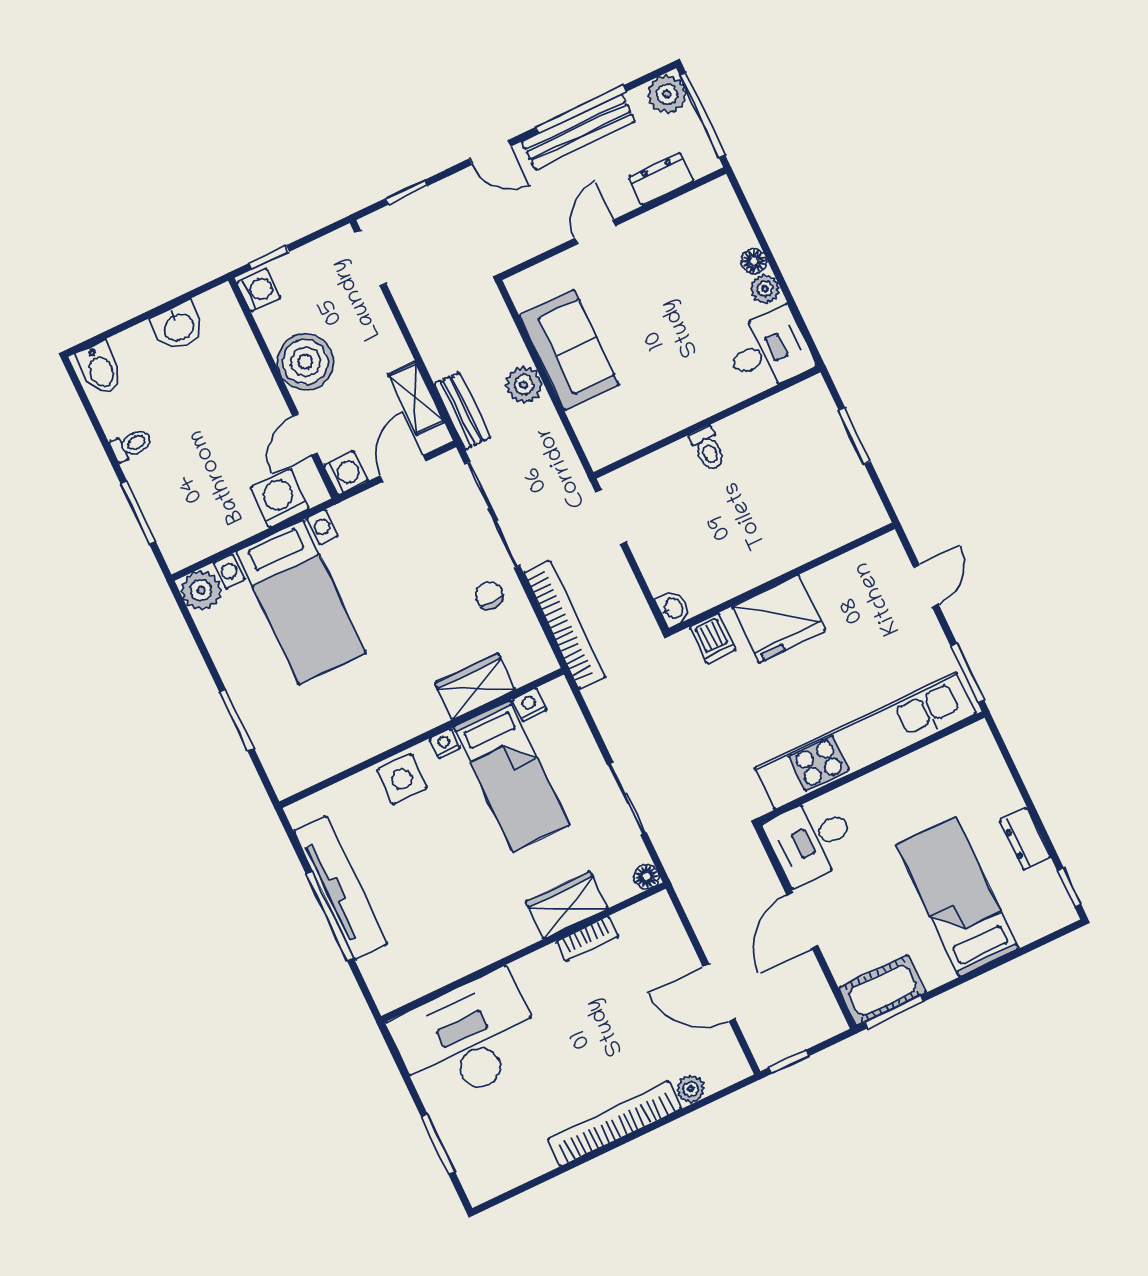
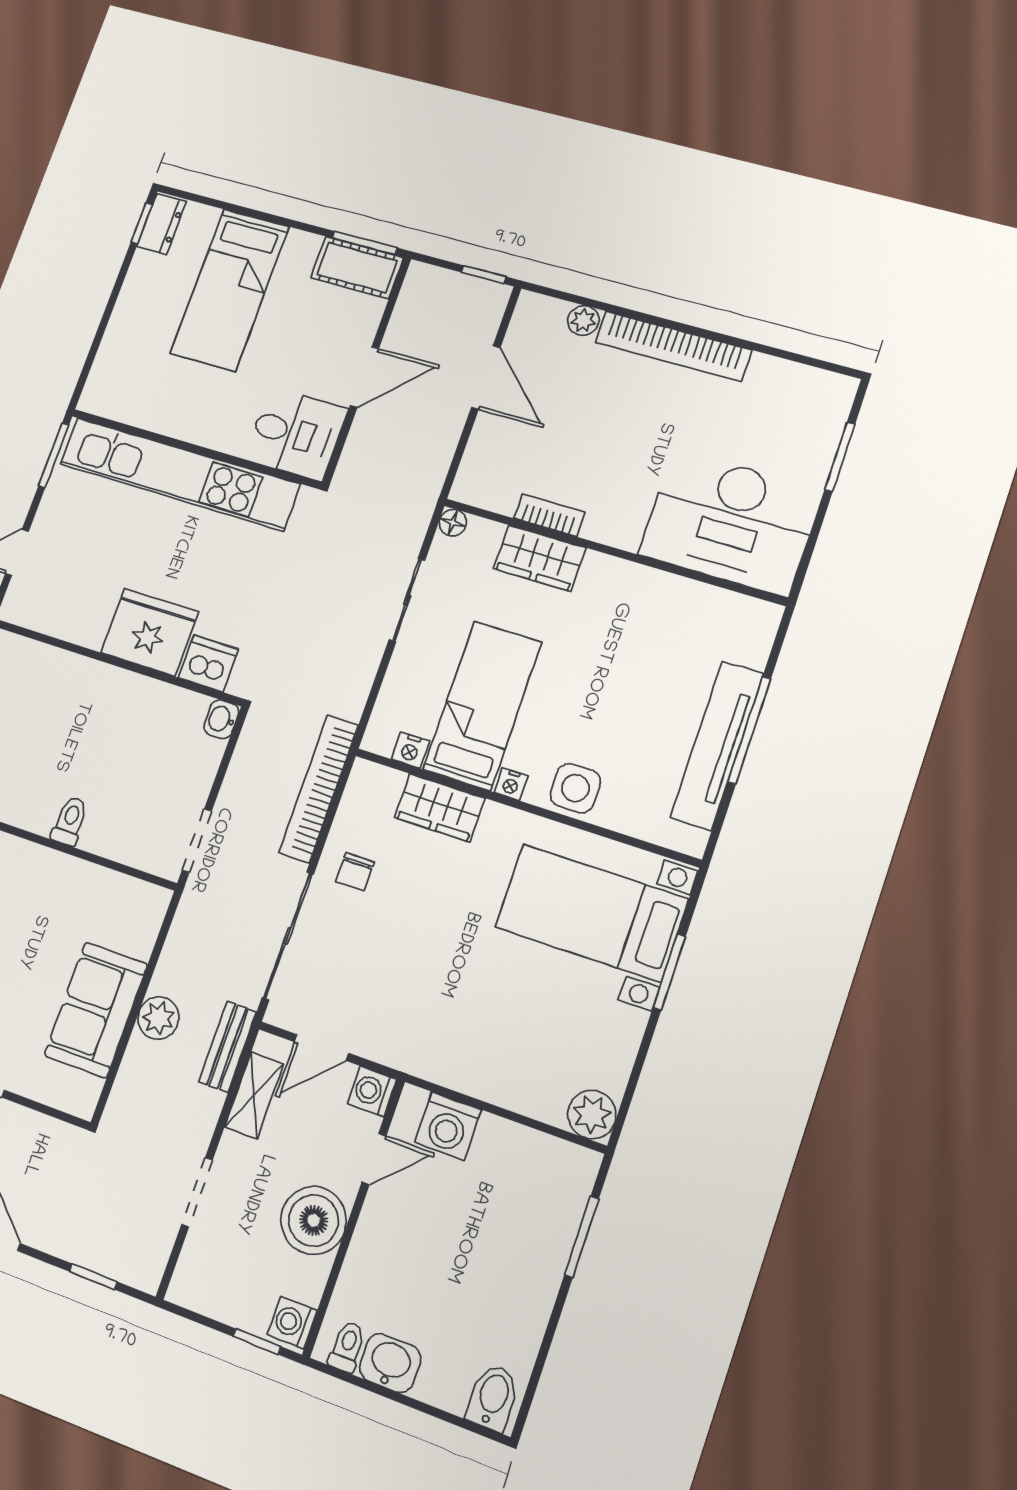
doorway: (370, 258) -> (197, 1192), moved
toilet: (131, 445) -> (347, 1347), moved, turned 90
bed with nightstands: (301, 602) -> (591, 913), moved, turned -90
dishwasher: (713, 638) -> (208, 663), width x1.38
dresser: (1025, 839) -> (162, 224), moved

